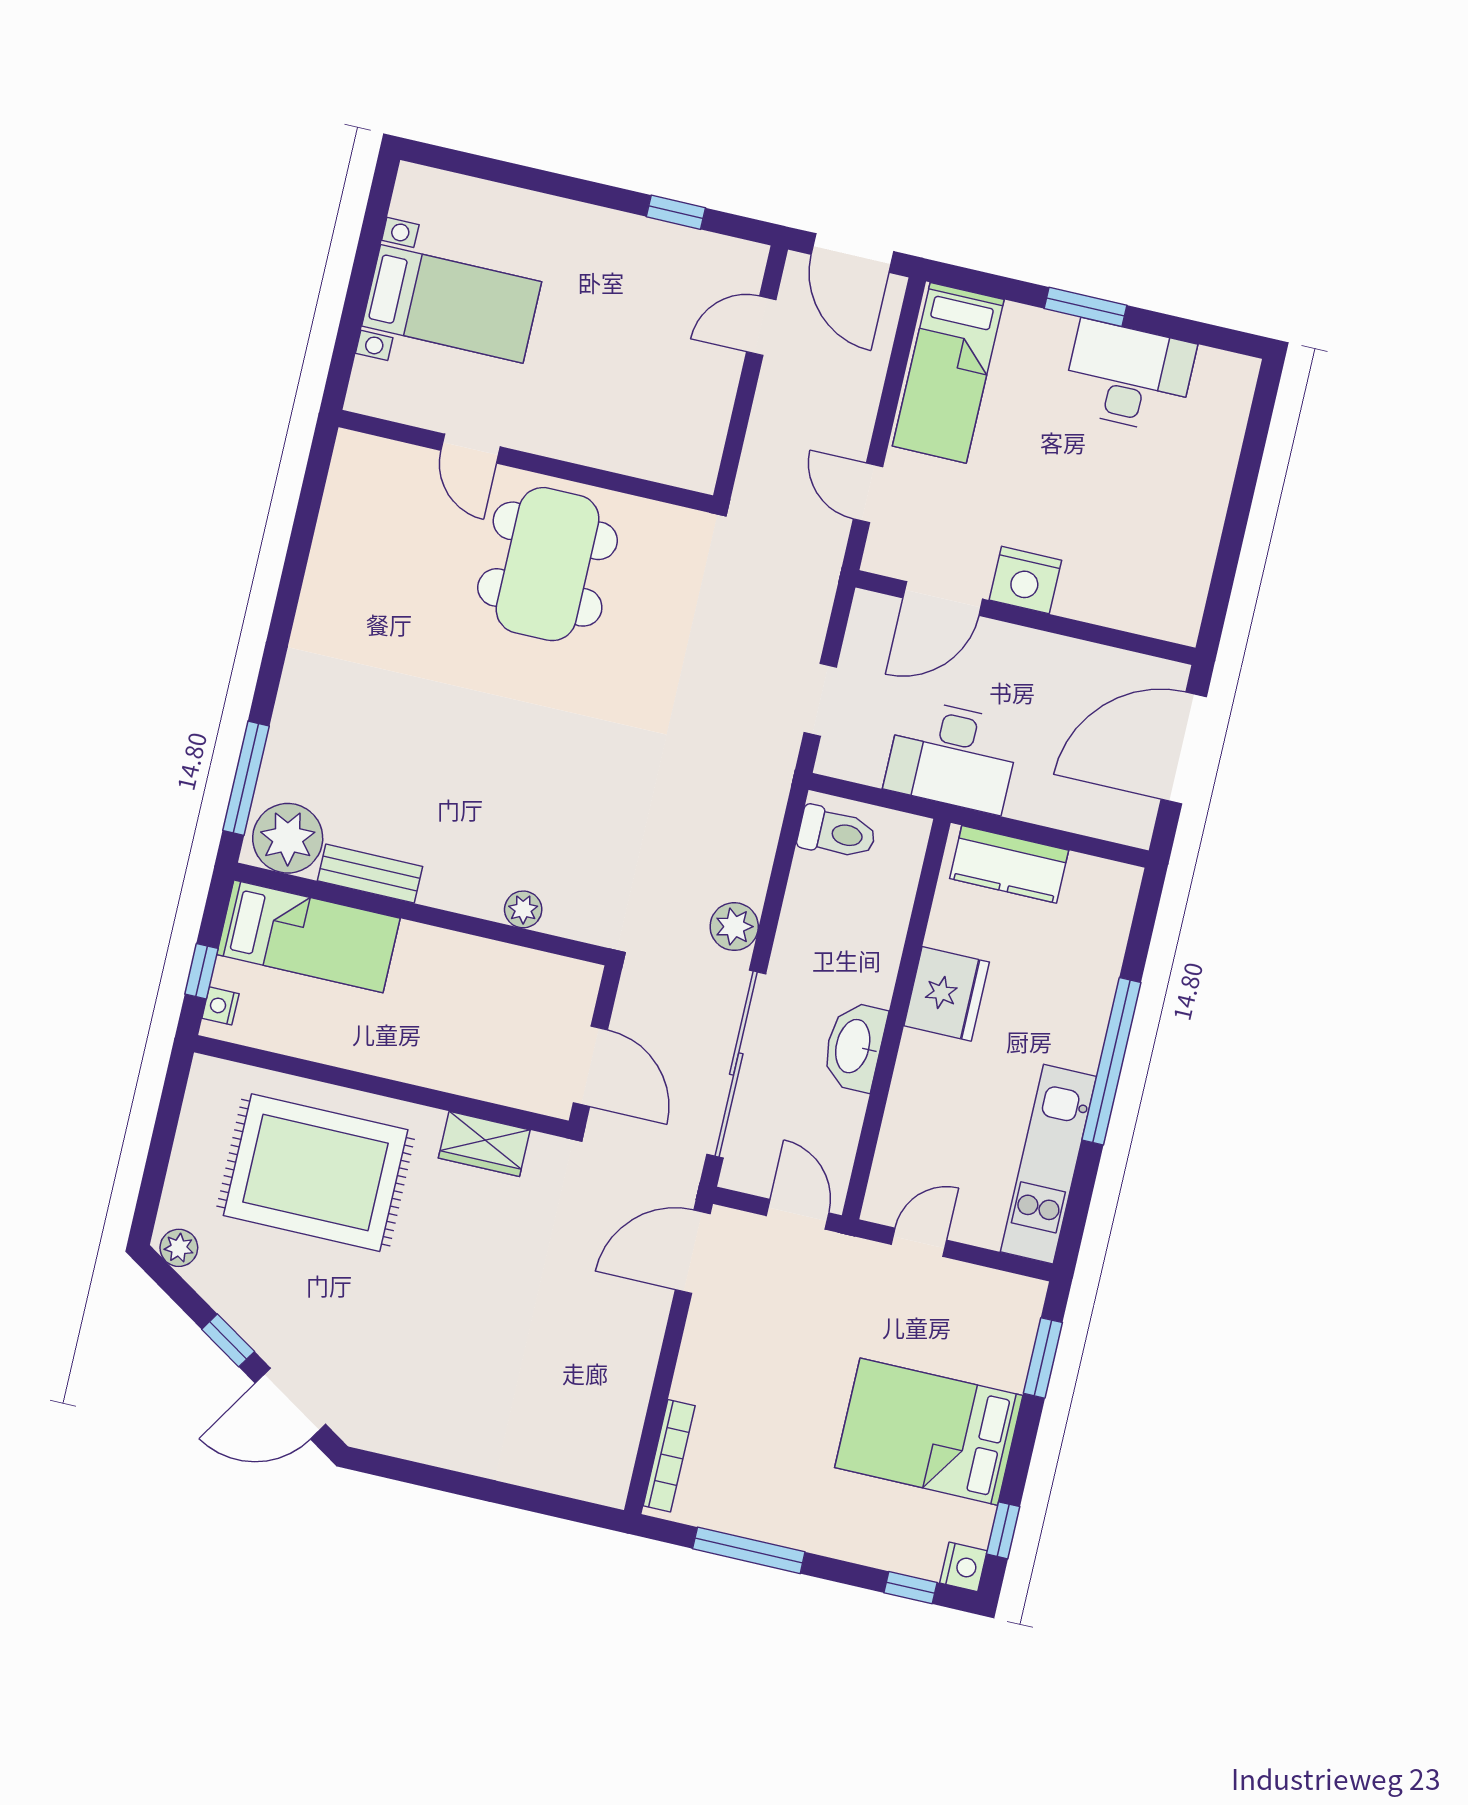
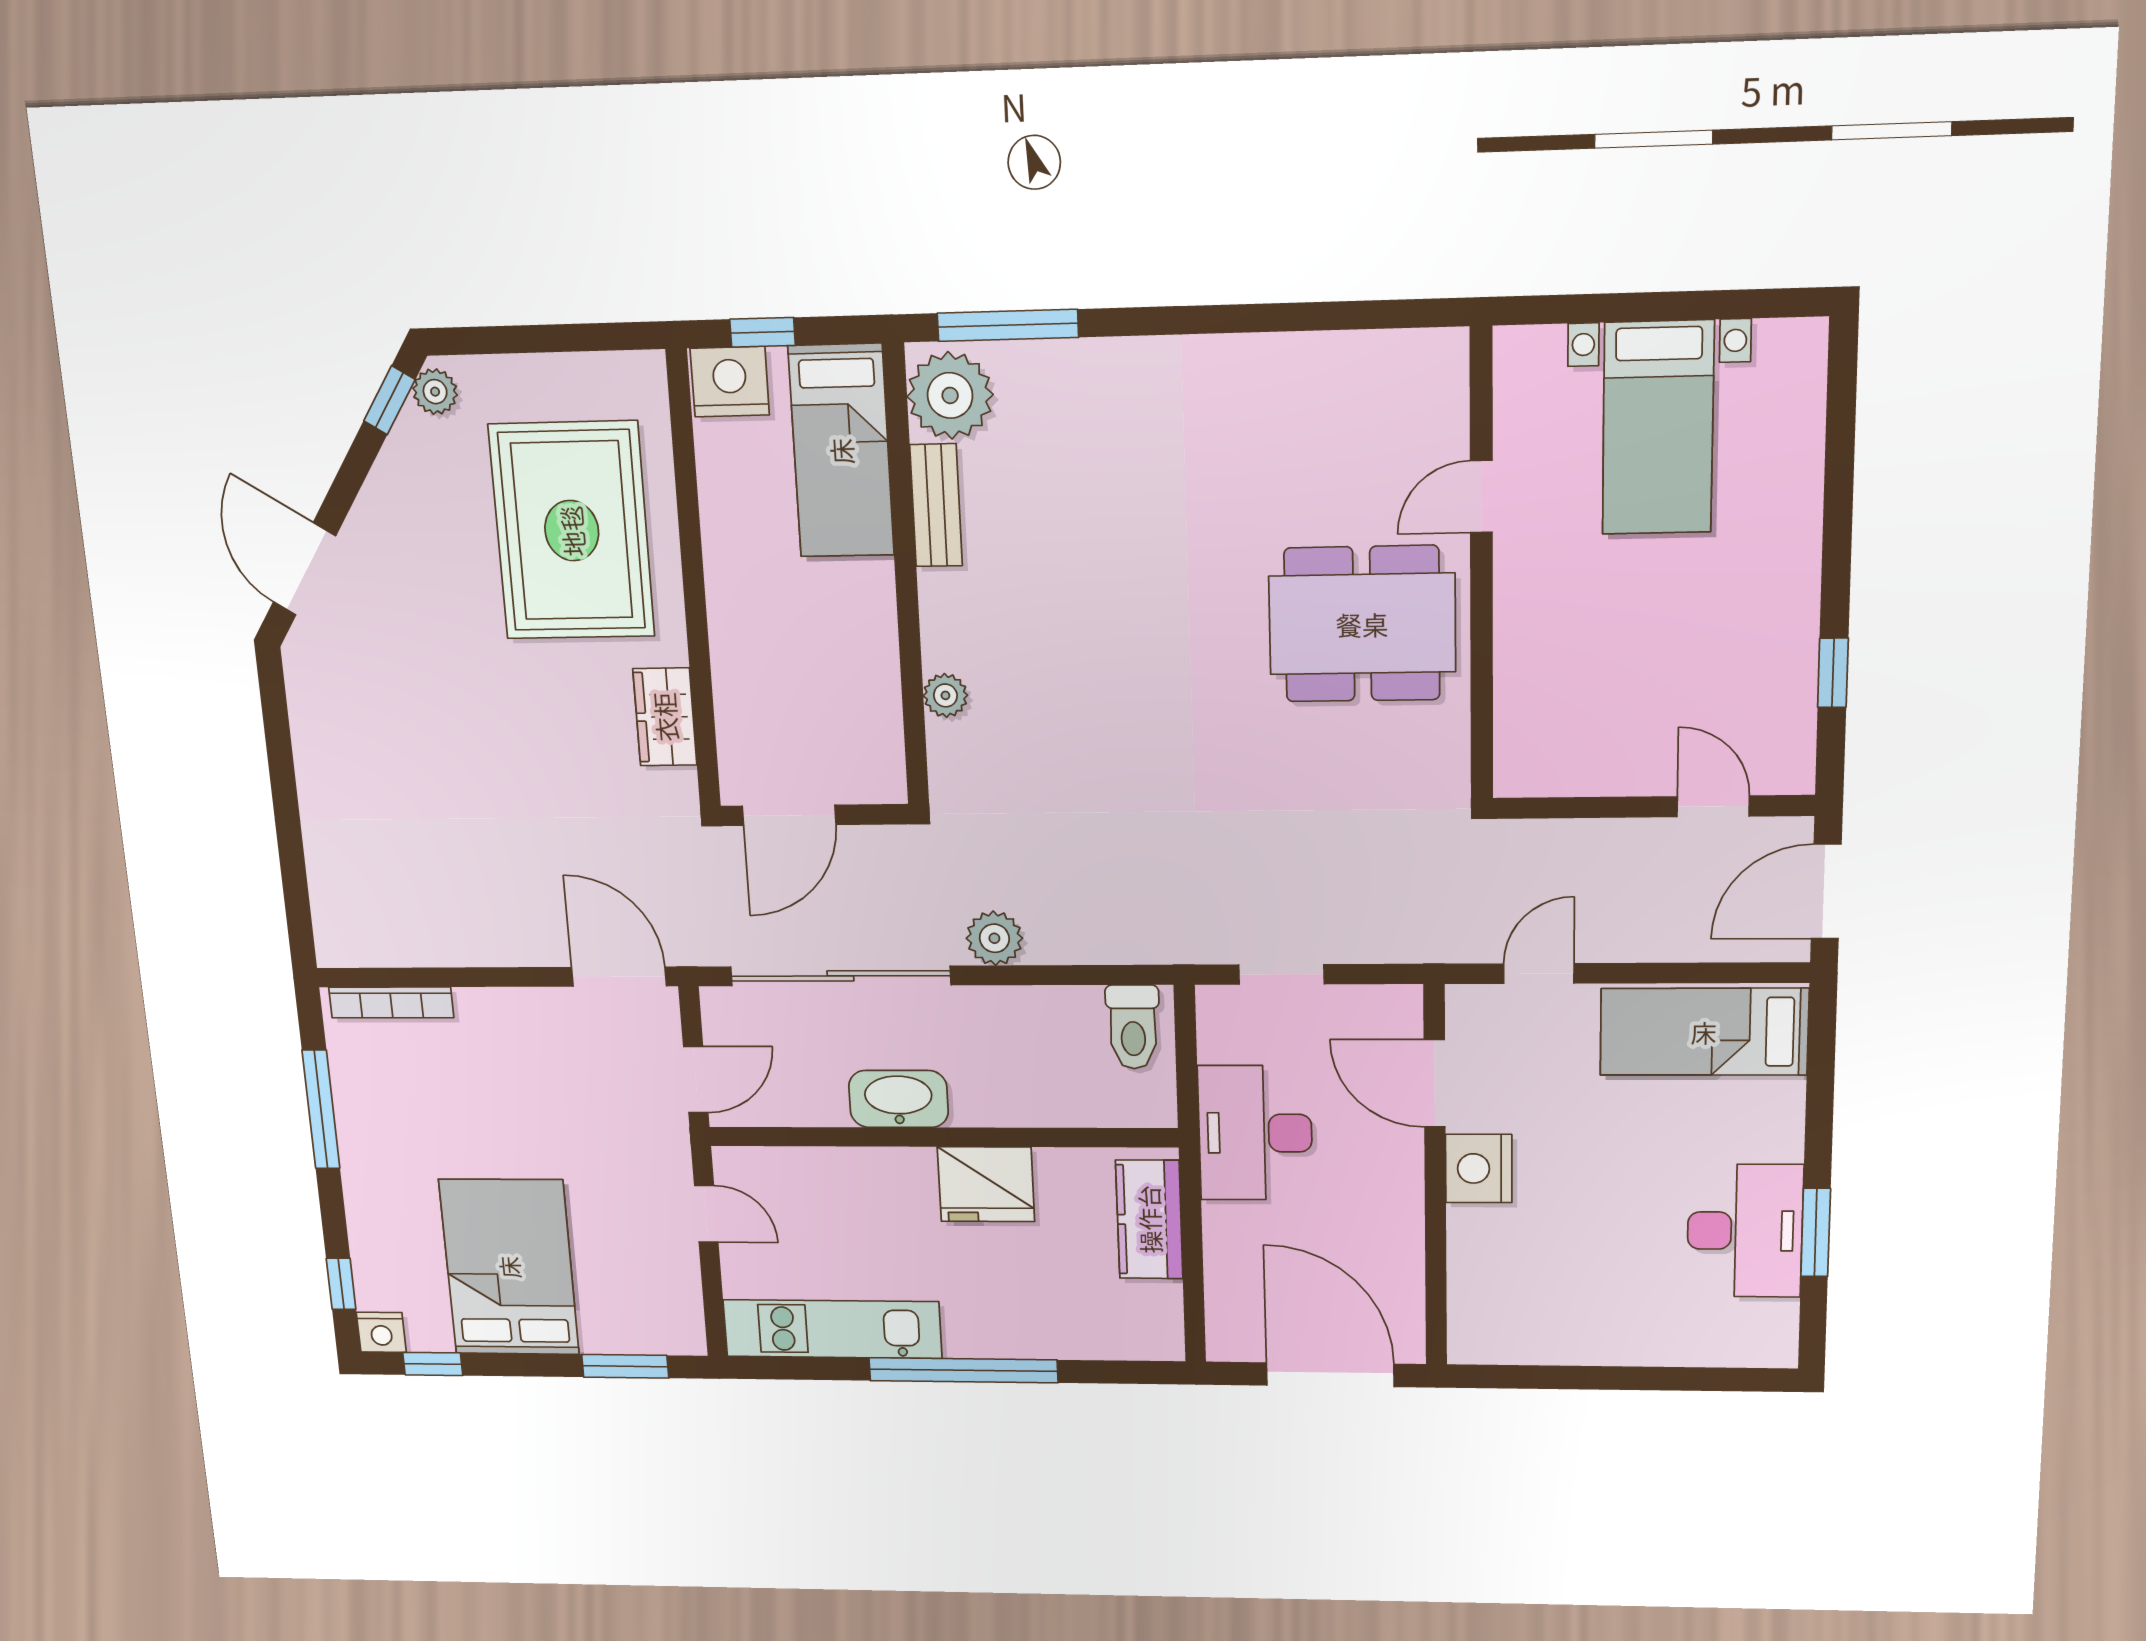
window: (1086, 307) -> (1816, 1232), moved
nightstand: (220, 1006) -> (730, 382), width x1.89, depth x1.79
window: (228, 1340) -> (389, 400), moved

